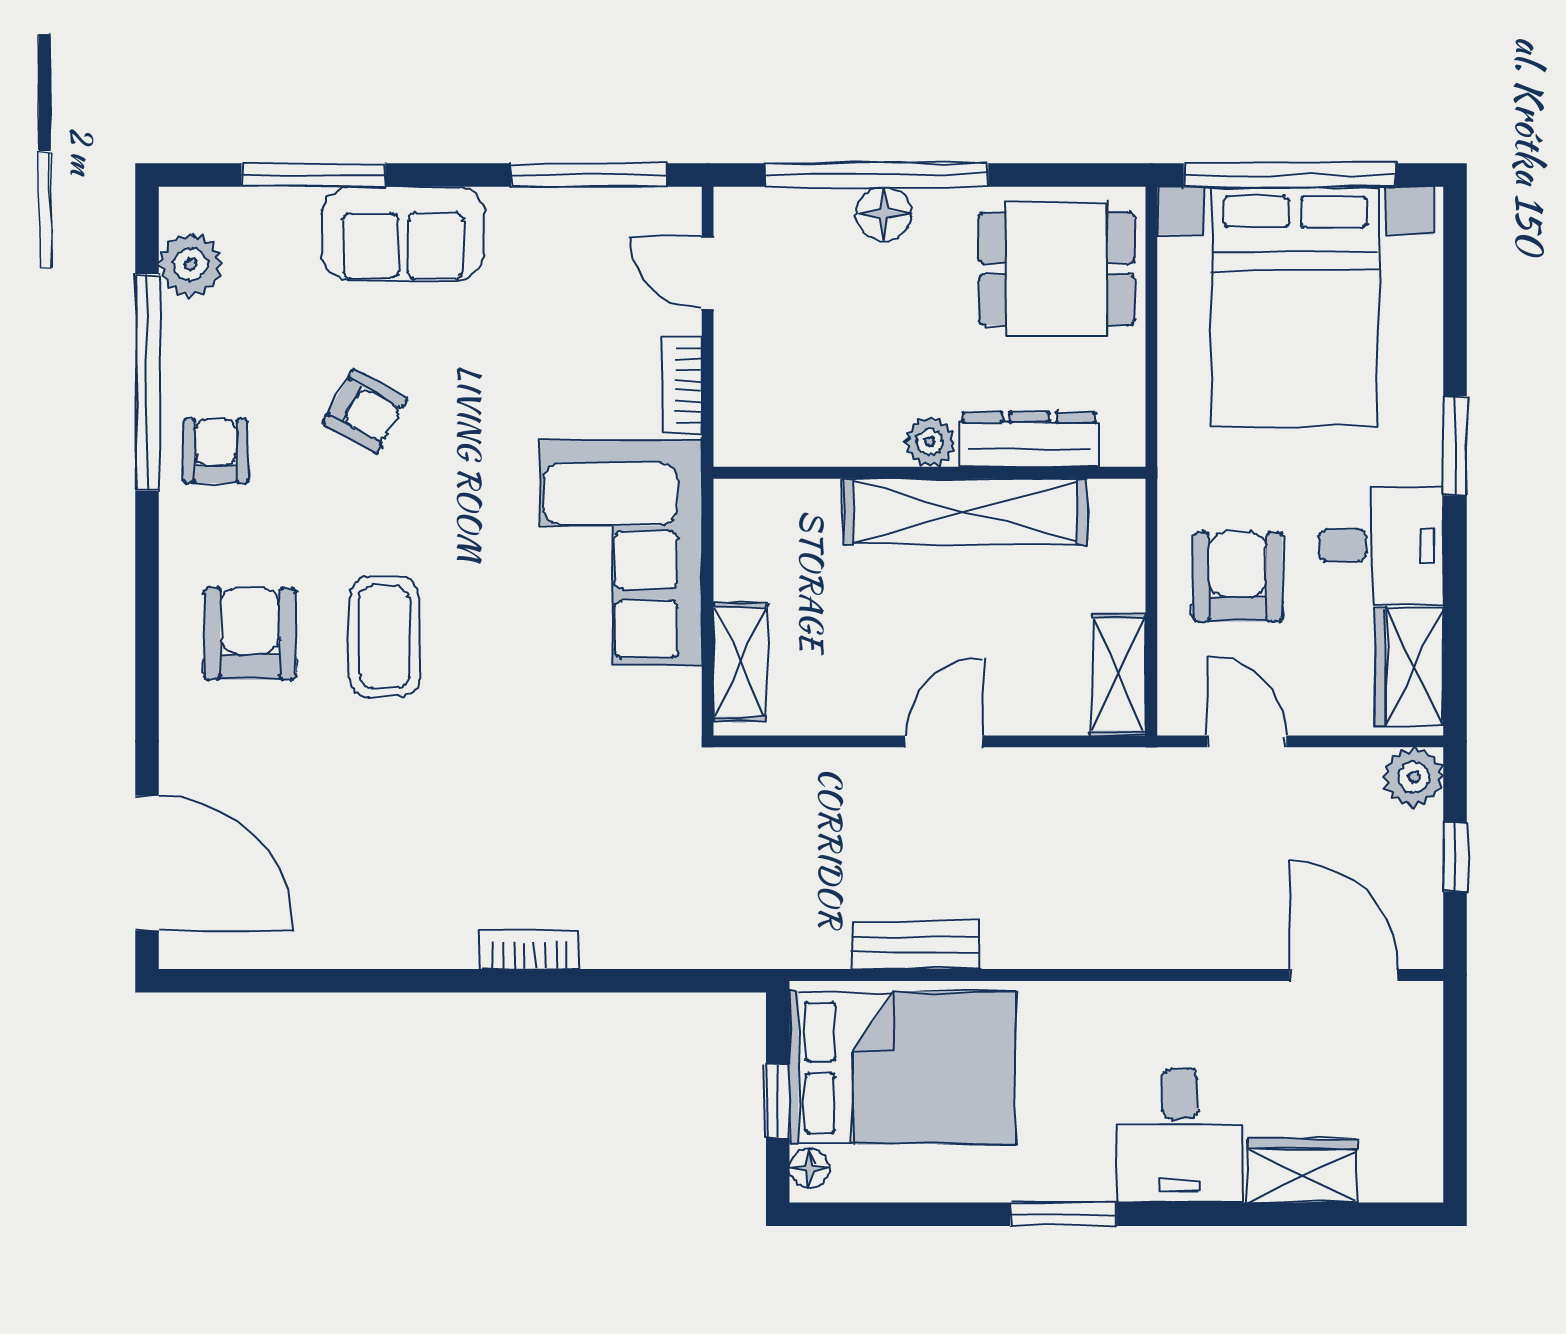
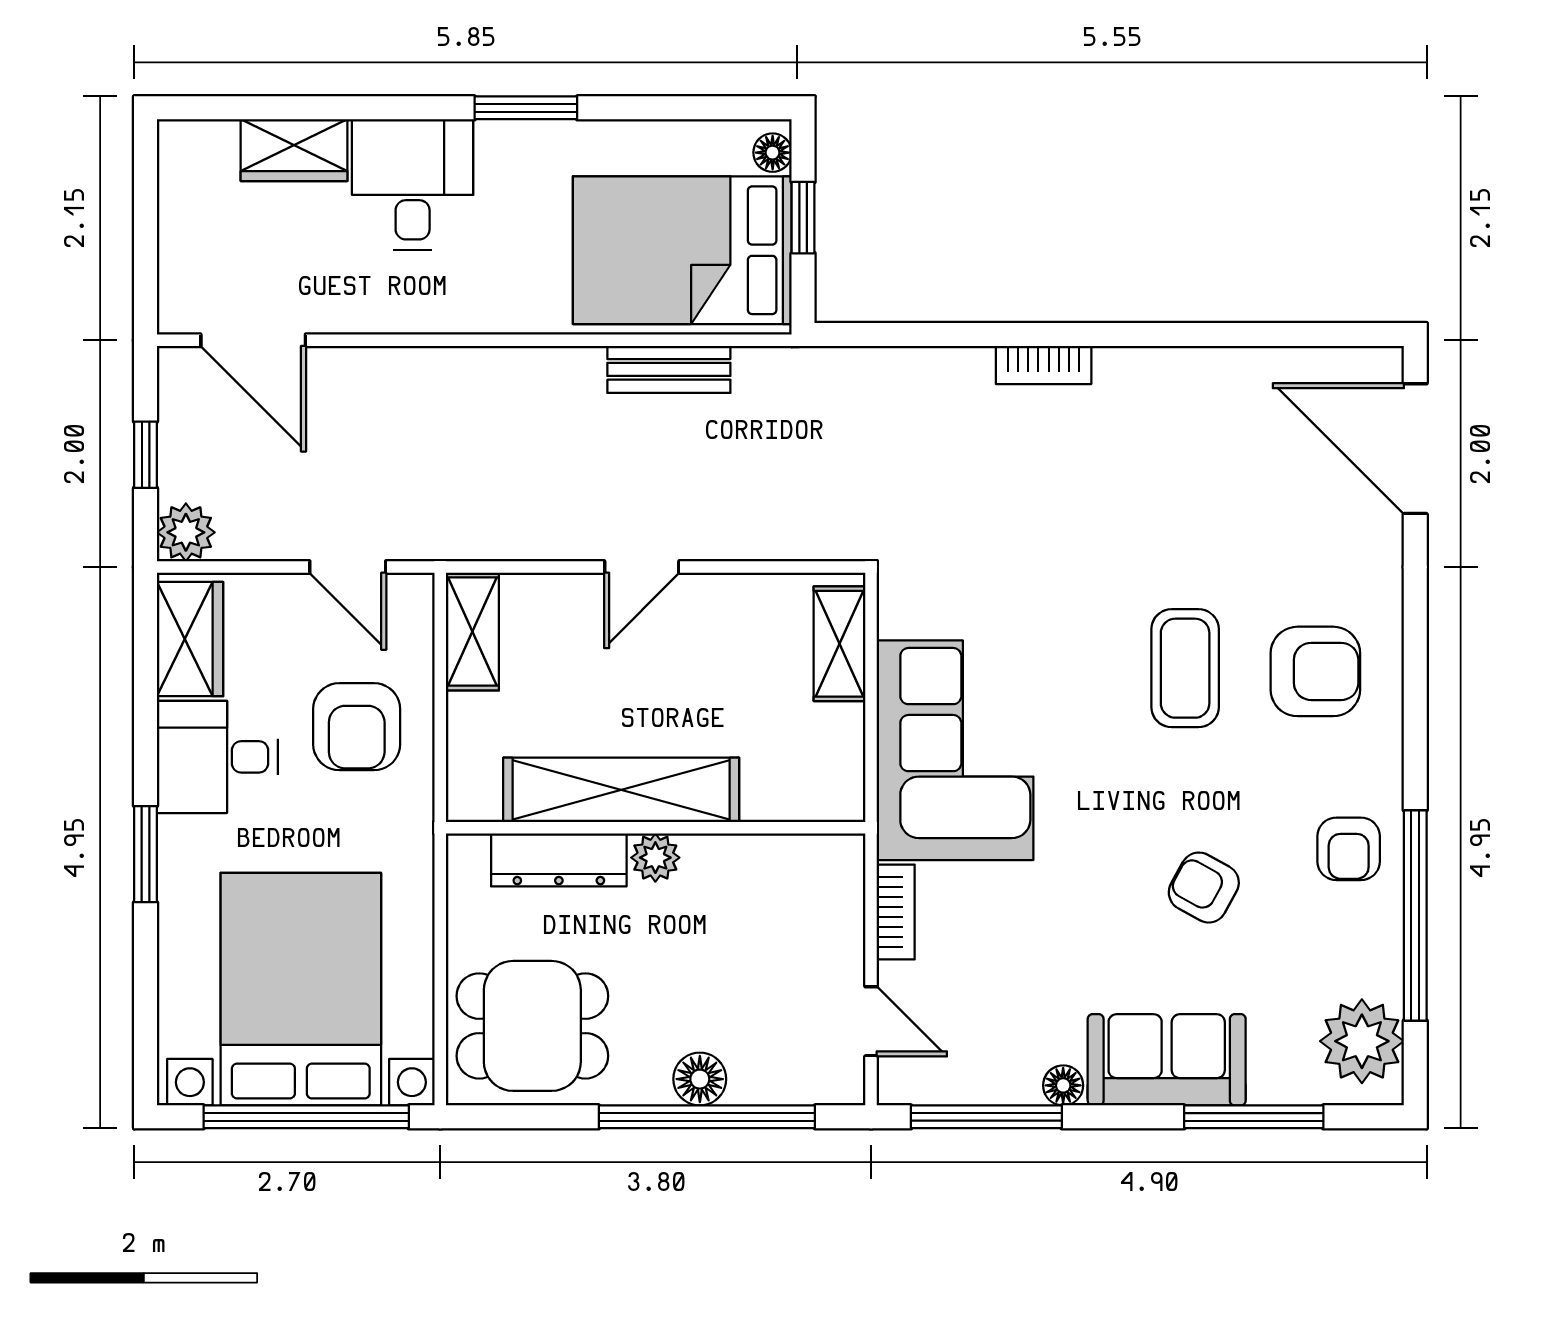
floor lamp: (510, 207) -> (1063, 1085), added
plant: (190, 264) -> (1362, 1041), width x1.36, depth x1.36
armchair: (250, 634) -> (1315, 671), turned -90

